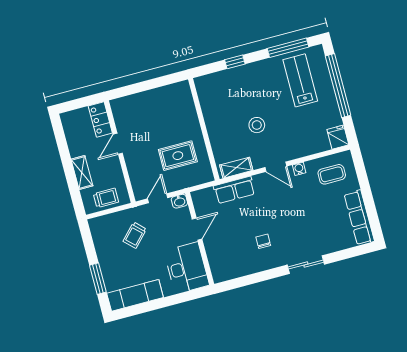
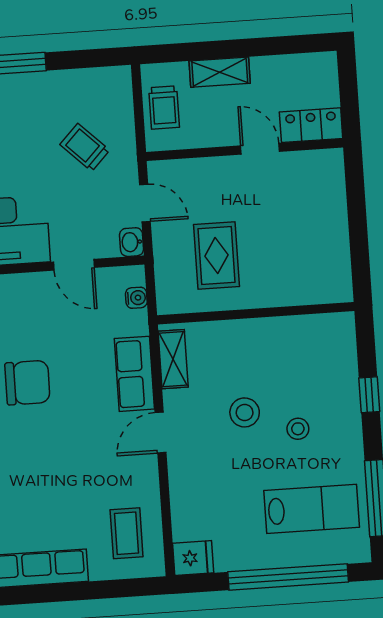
stool: (260, 96) -> (298, 429), added
water cooler: (299, 169) -> (136, 298), moved
row of seats: (234, 190) -> (134, 374), moved
chair: (263, 241) -> (27, 383), width x1.87, depth x1.87

